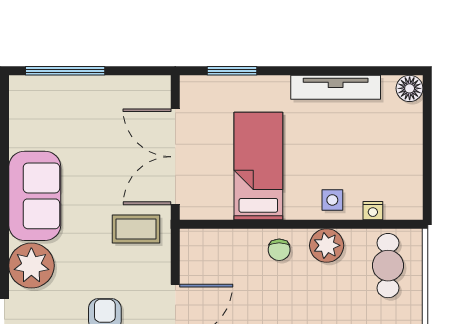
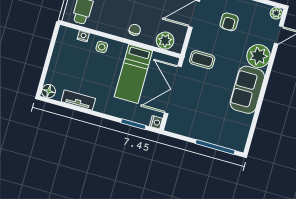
nightstand: (190, 86) -> (156, 122), added
tv unit: (336, 87) -> (78, 100), width x0.71
double door: (175, 157) -> (173, 90), swing flipped
plant: (327, 245) -> (165, 41), moved

